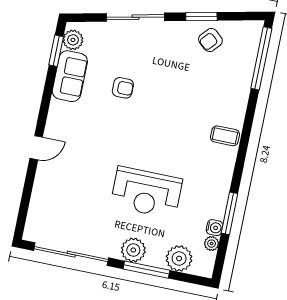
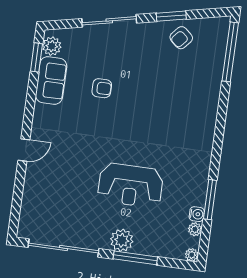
coffee table: (225, 136) -> (201, 127), removed
plant: (179, 258) -> (192, 255), moved, width x0.53, depth x0.53

